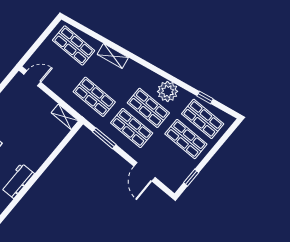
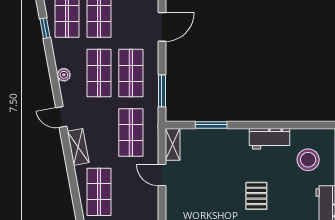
door: (141, 61) -> (61, 117), added
door: (32, 78) -> (162, 175), moved
plant: (168, 91) -> (64, 75), width x0.53, depth x0.53
window: (57, 151) -> (211, 125), added

